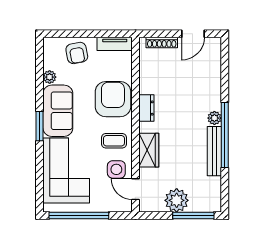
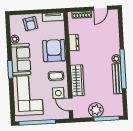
dresser: (146, 108) -> (74, 43), moved
wardrobe: (149, 150) -> (77, 80), width x1.50

